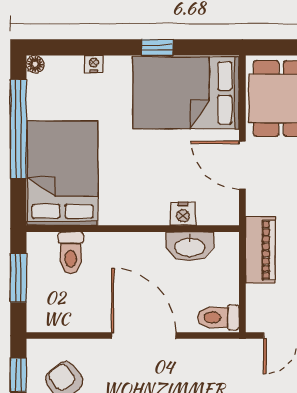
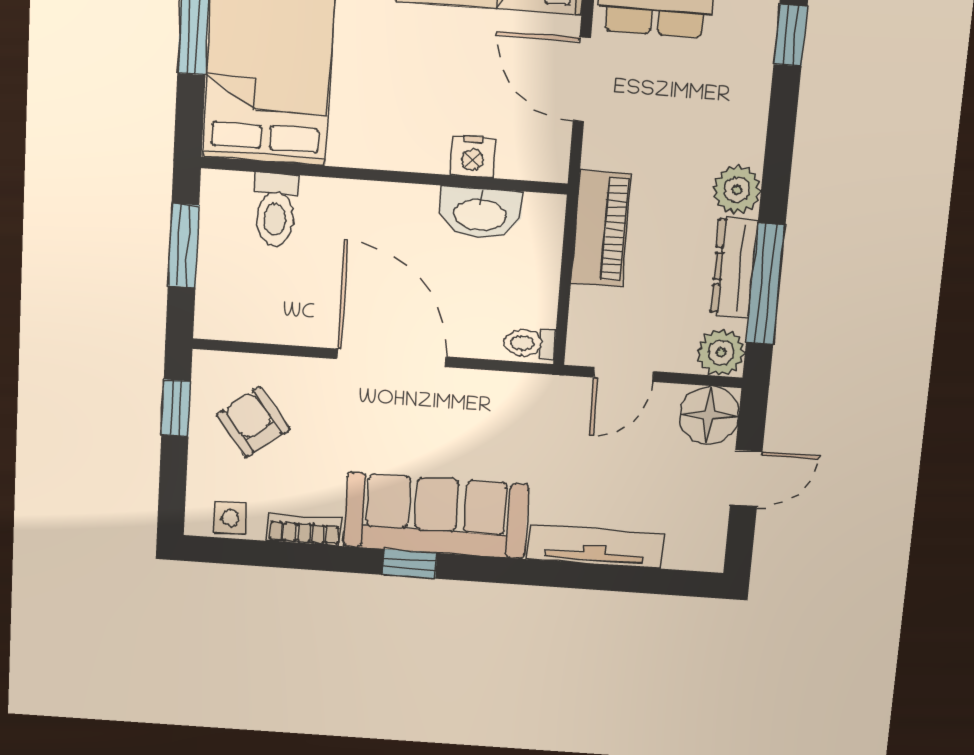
toilet: (218, 317) -> (529, 343), width x0.73, depth x0.72

